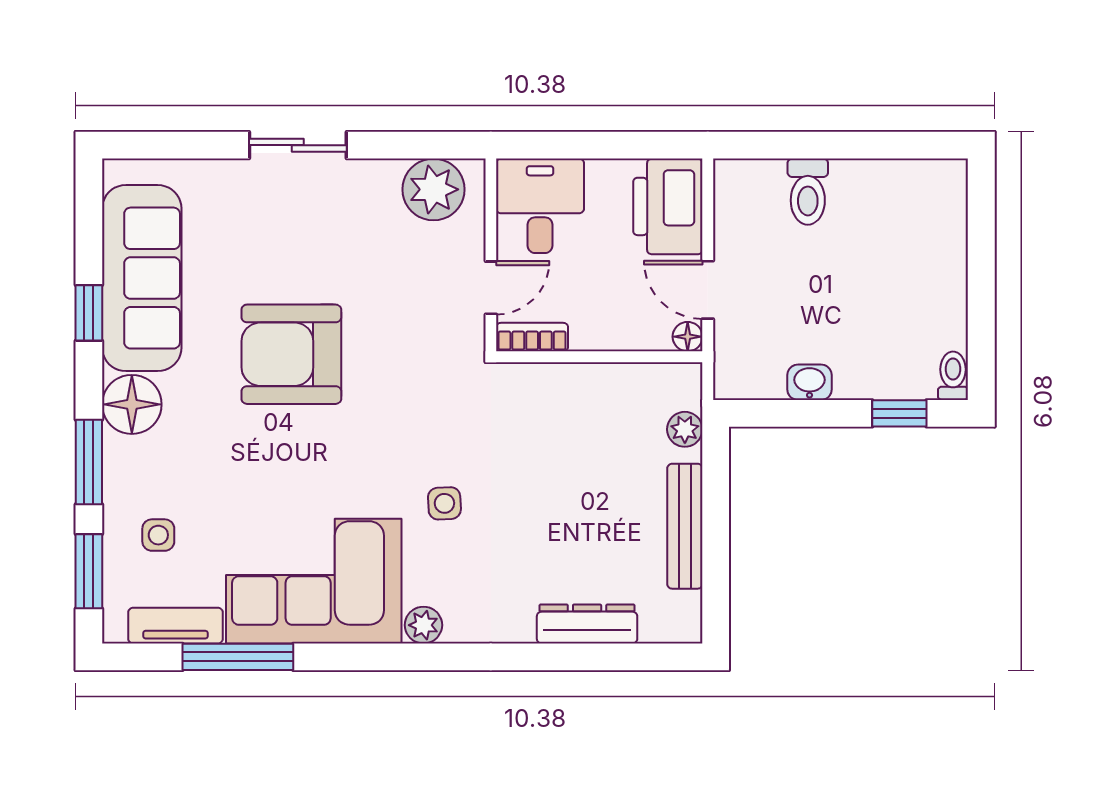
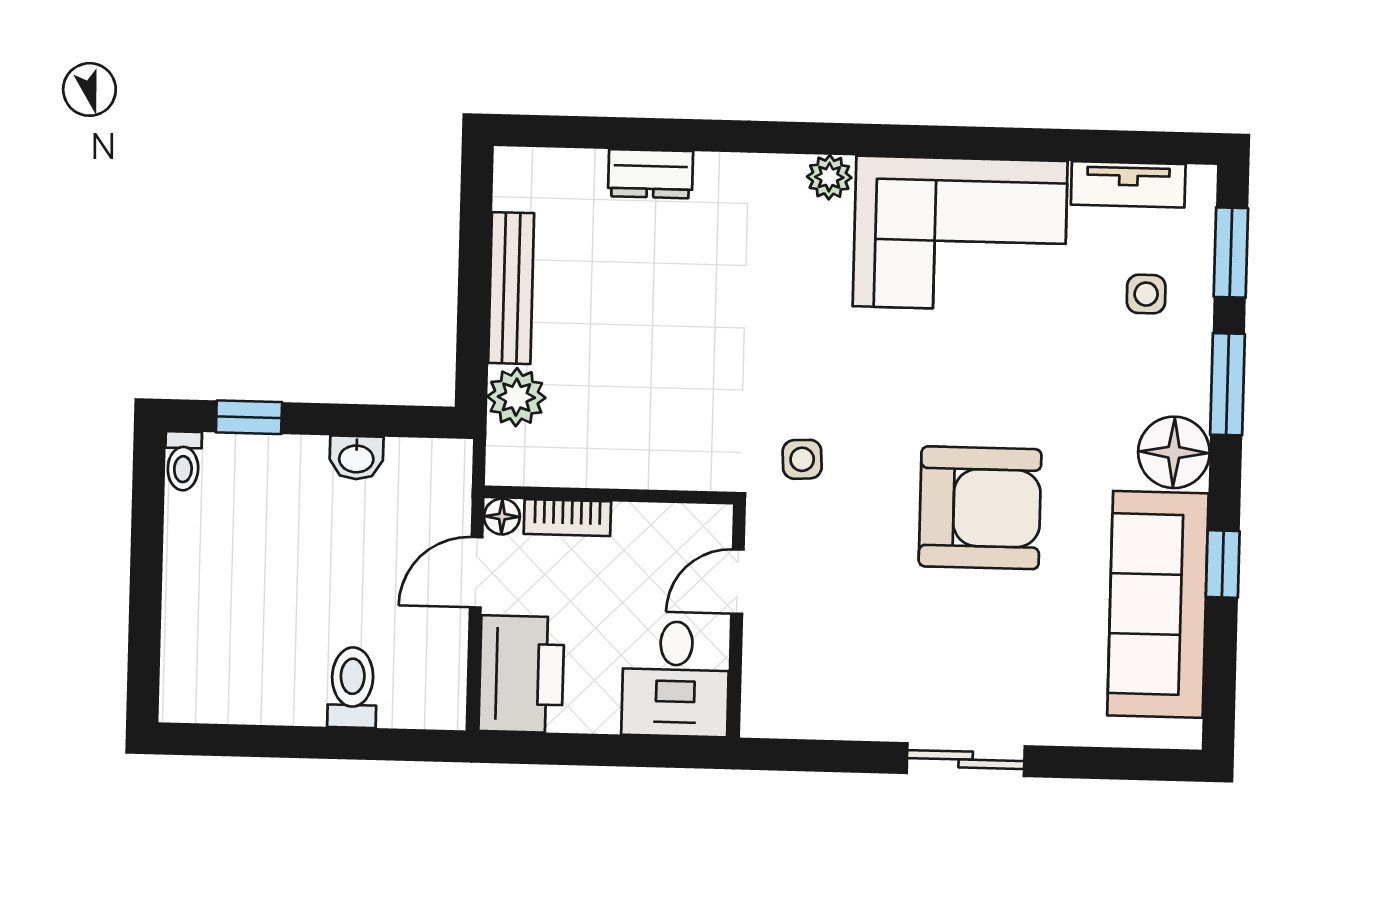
plant: (434, 189) -> (803, 702), removed
door: (708, 290) -> (476, 572), swing flipped
bookcase: (532, 337) -> (567, 518), moved
plant: (685, 429) -> (516, 397), width x1.38, depth x1.38
side table: (444, 503) -> (802, 459), moved
dresser: (587, 624) -> (650, 174), width x0.70
window: (238, 657) -> (1054, 145), removed

